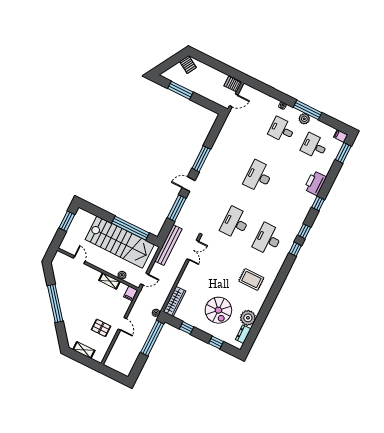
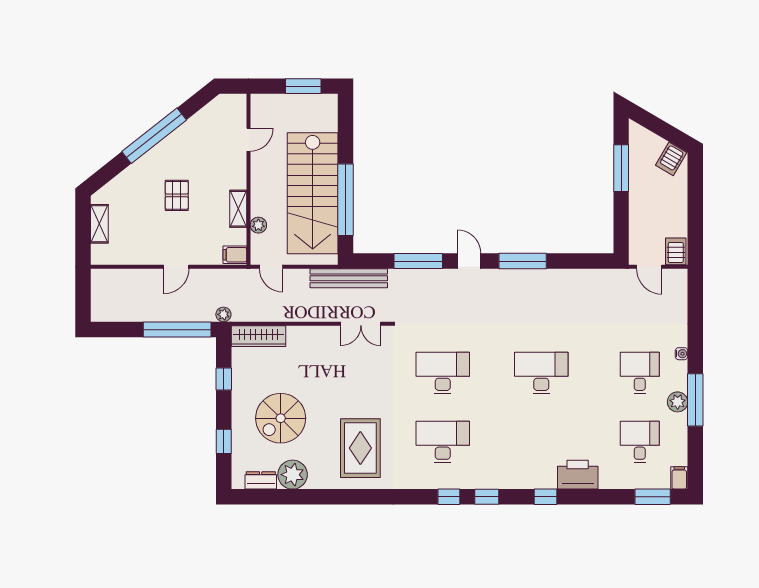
rug: (251, 280) -> (360, 448), width x1.36, depth x1.43
pallet: (101, 328) -> (177, 195), moved

